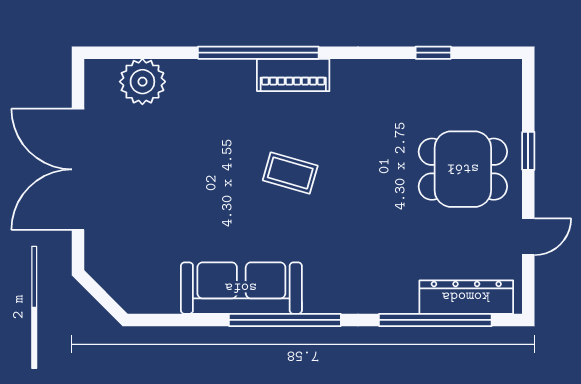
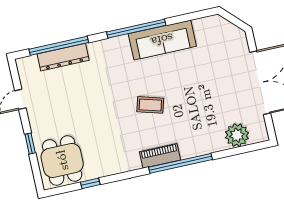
dining table: (463, 169) -> (62, 160), moved, turned 90
dresser: (466, 297) -> (63, 57), moved

